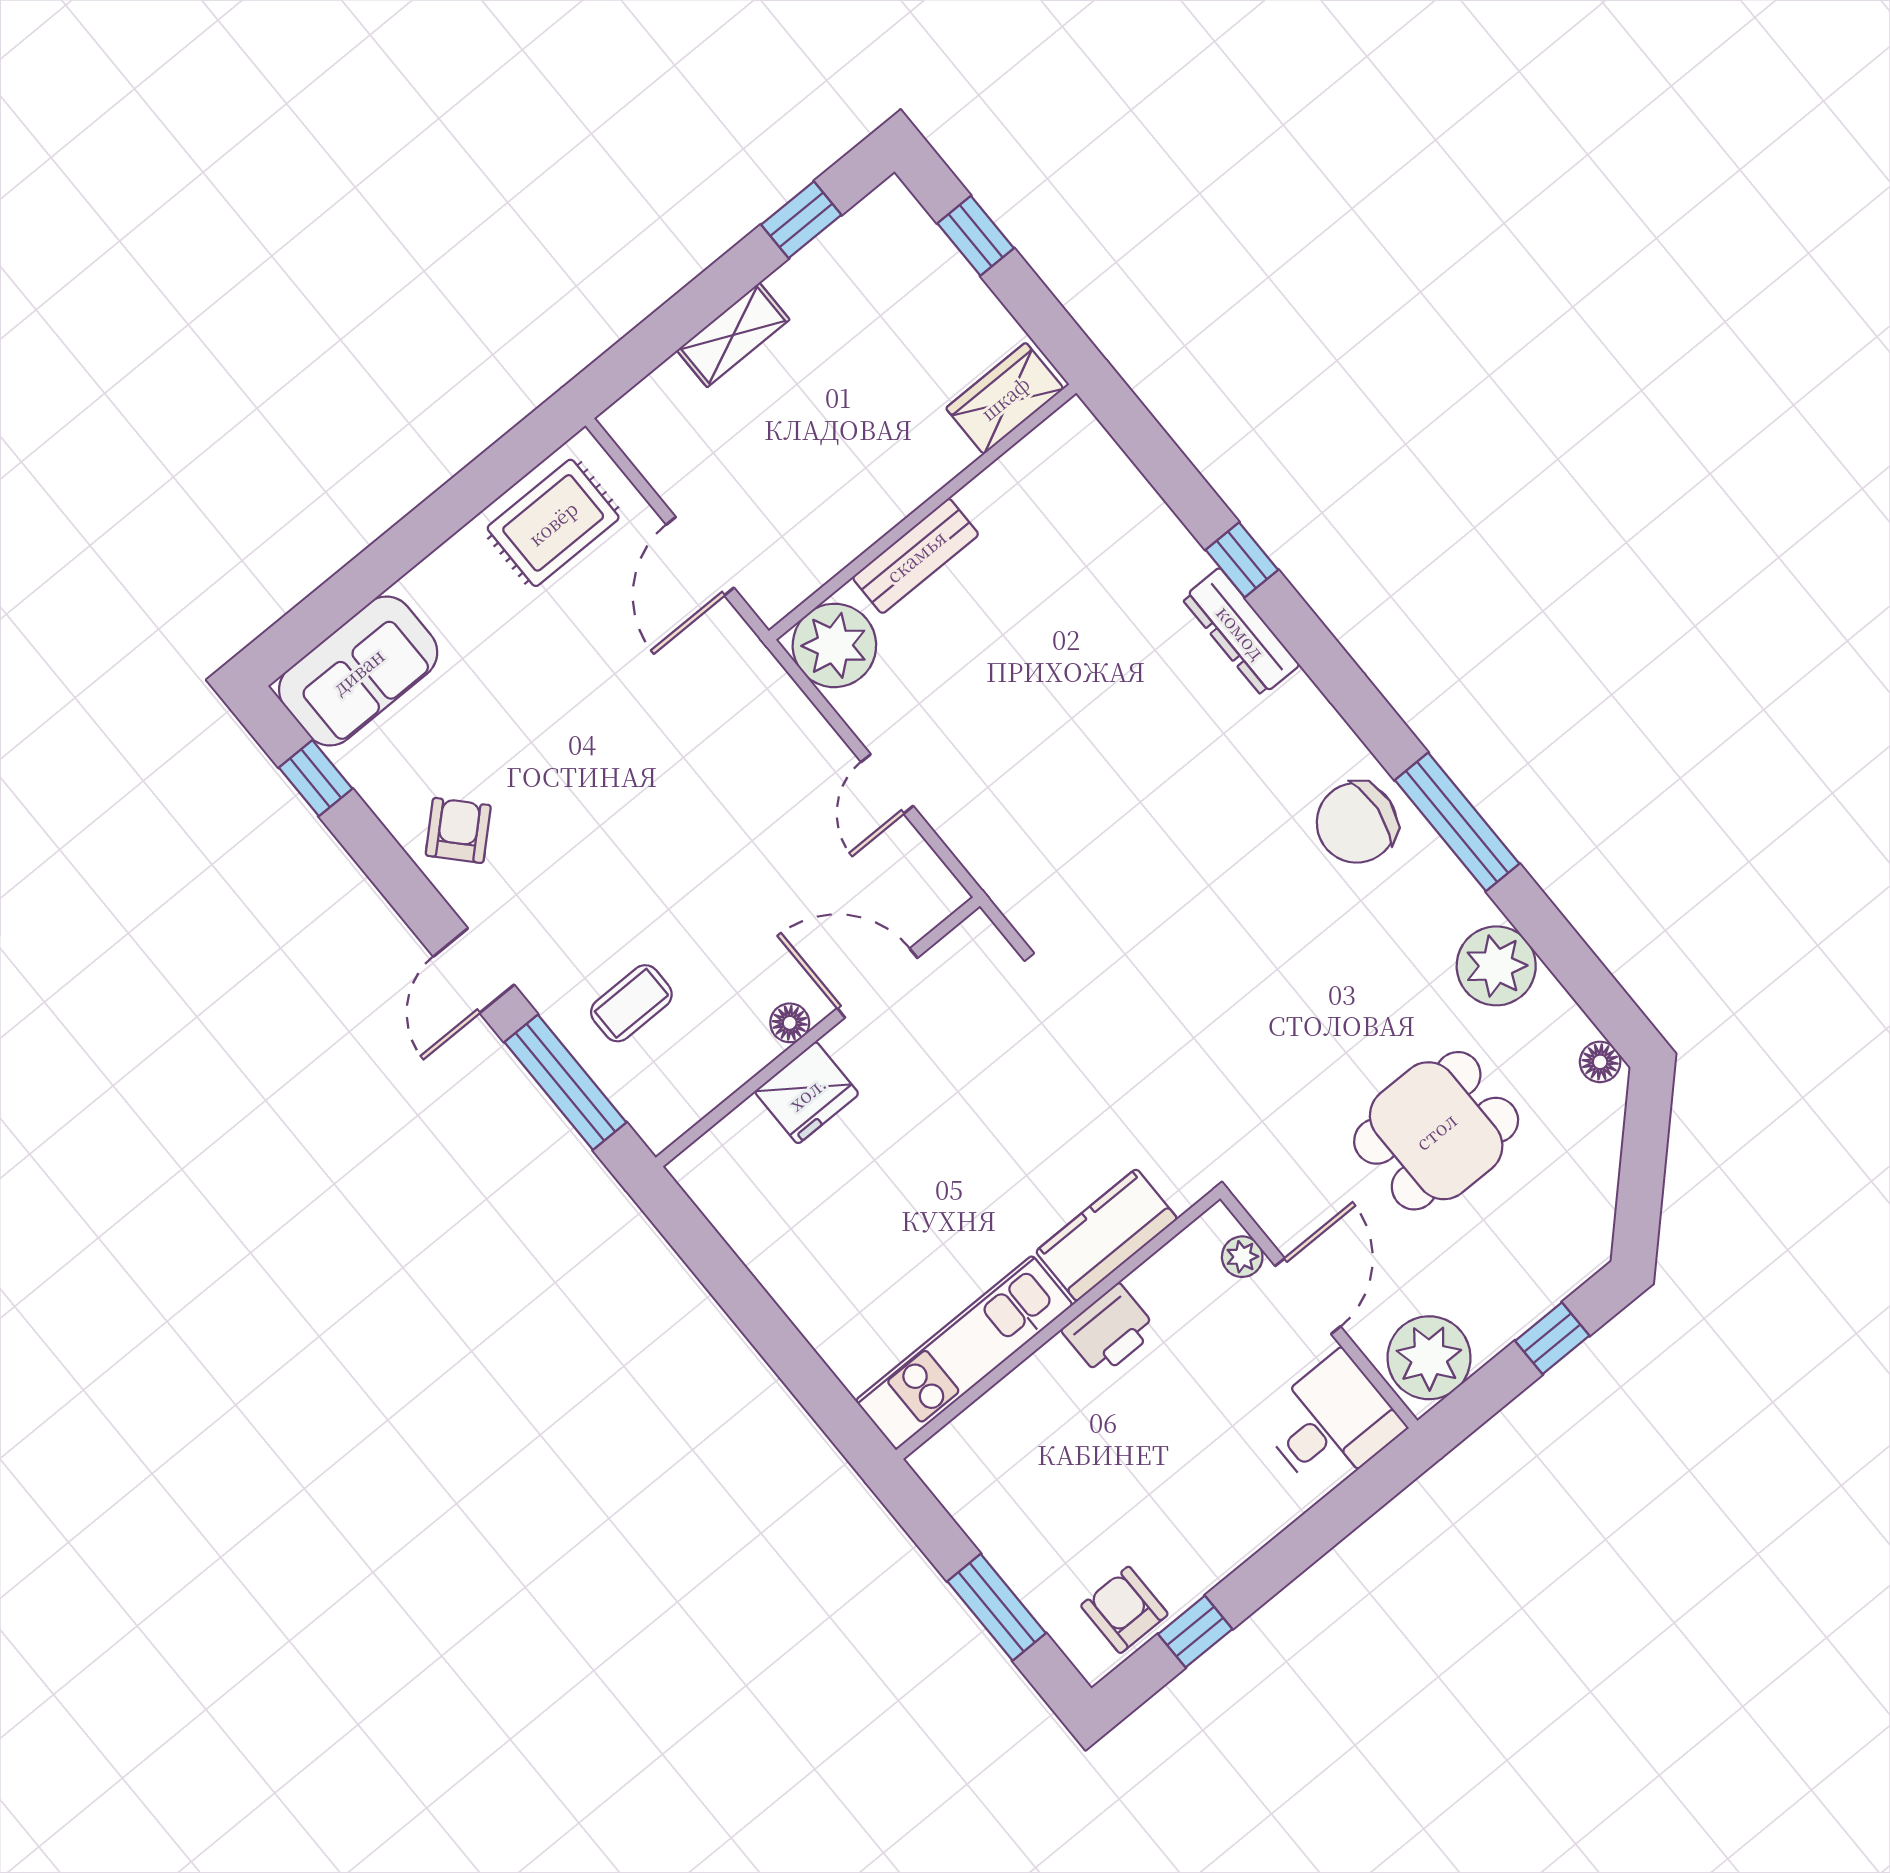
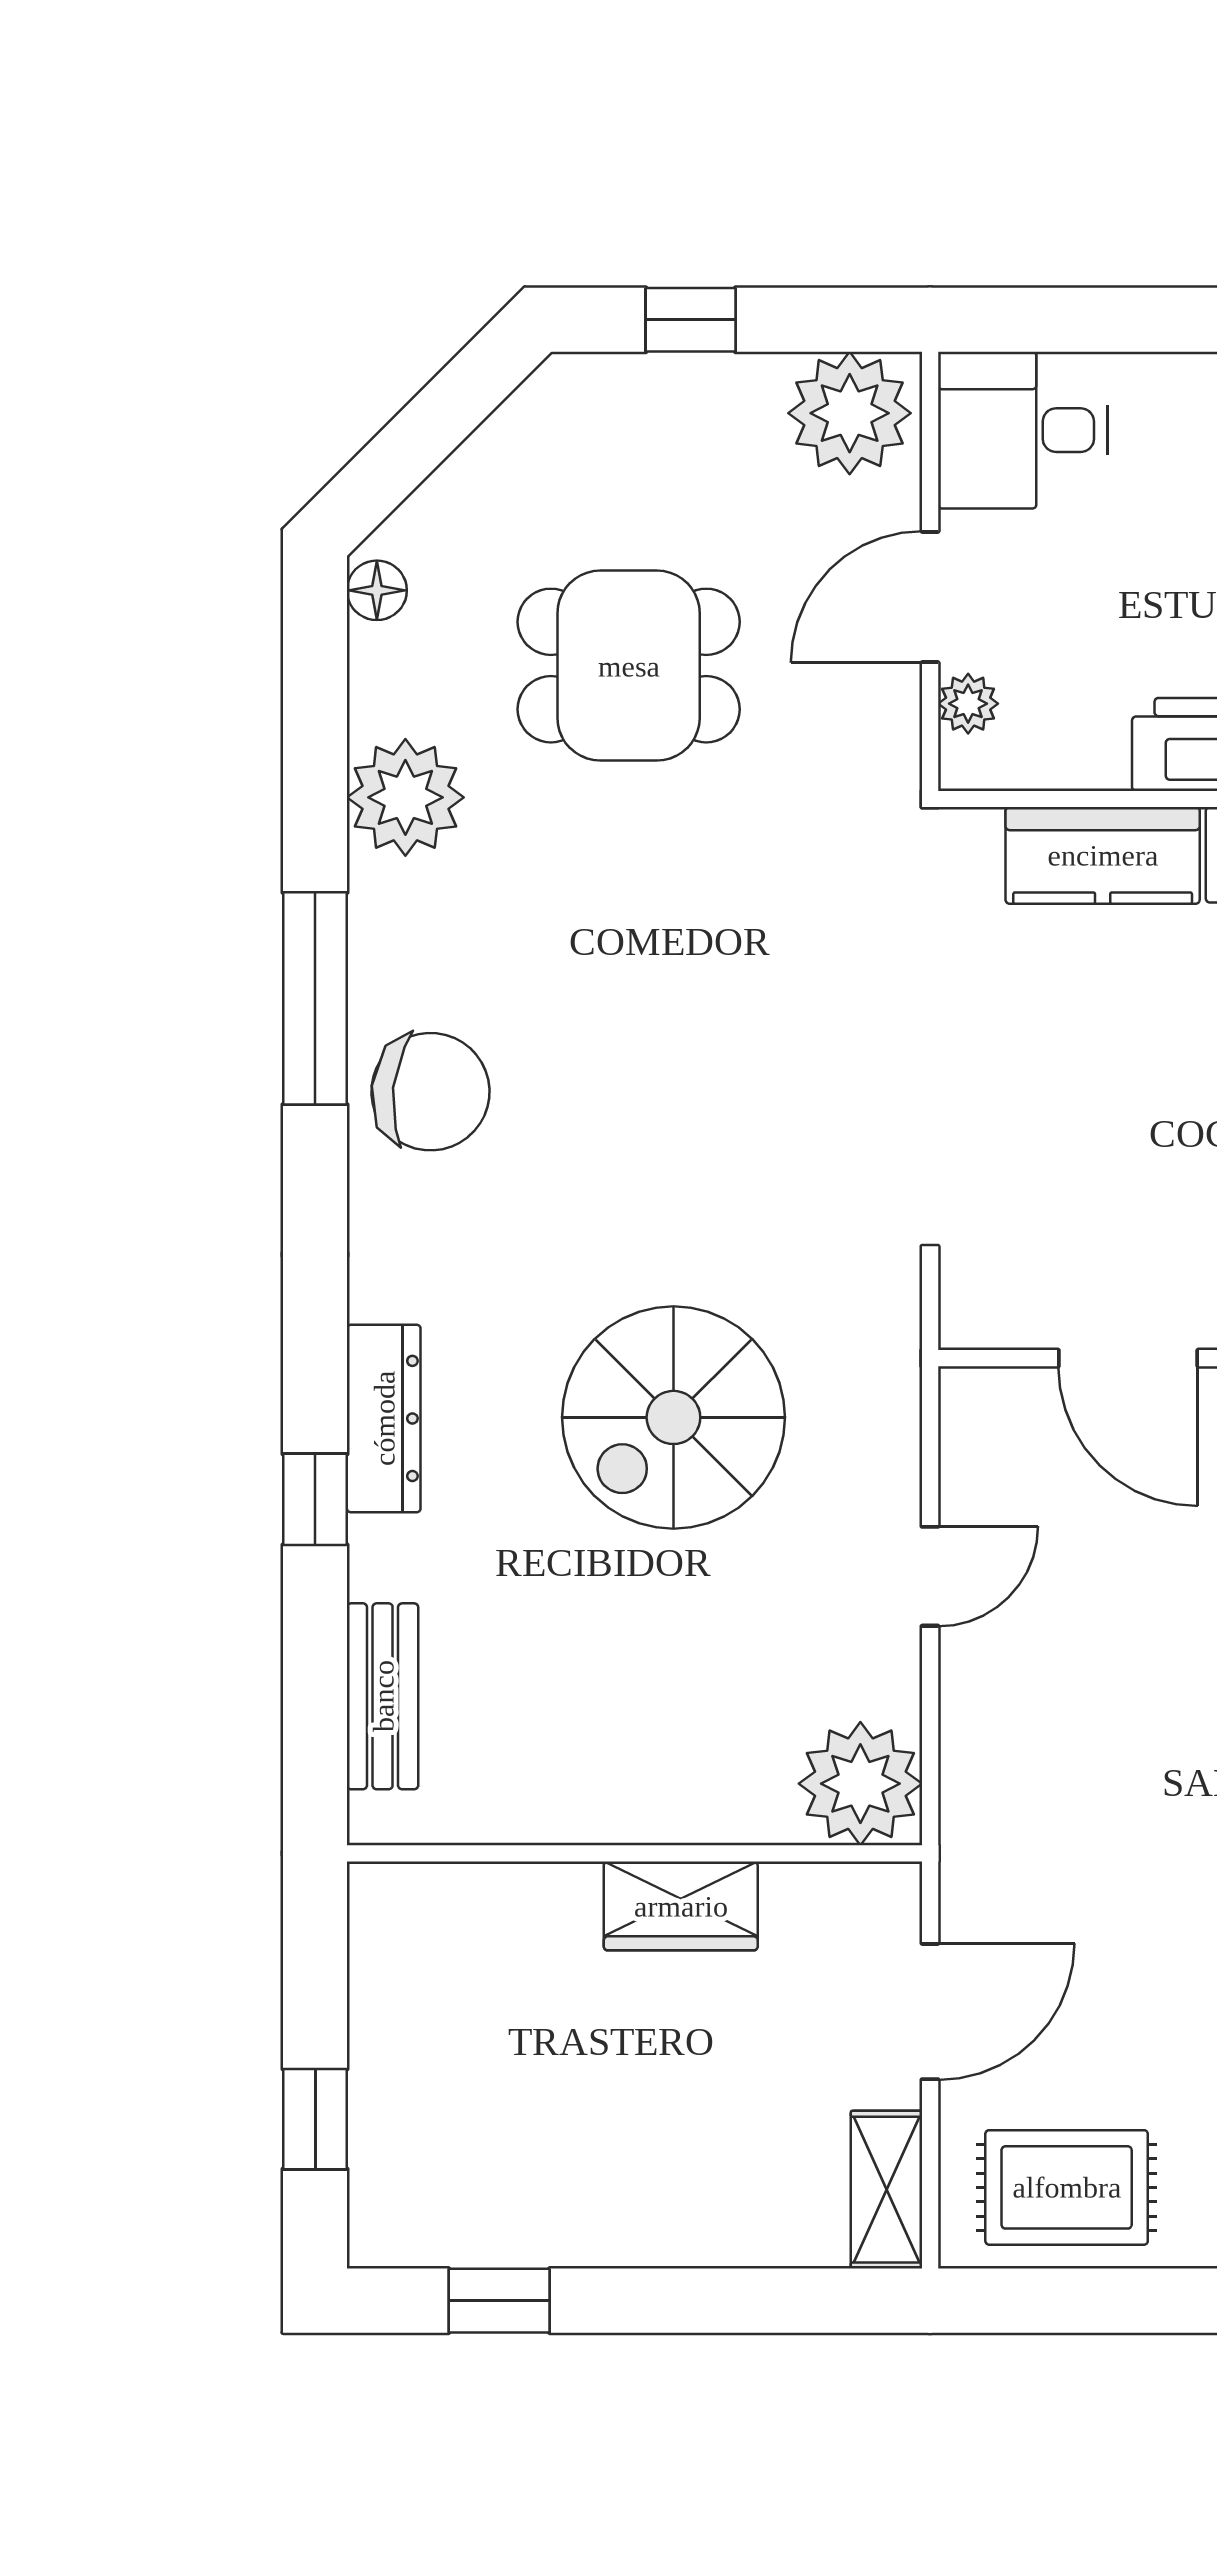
shelving: (733, 335) -> (887, 2190), moved, turned 90
wardrobe: (1005, 398) -> (681, 1906), moved
bench: (916, 556) -> (383, 1696), moved, turned 90
spiral stairs: (1090, 757) -> (673, 1417), added

